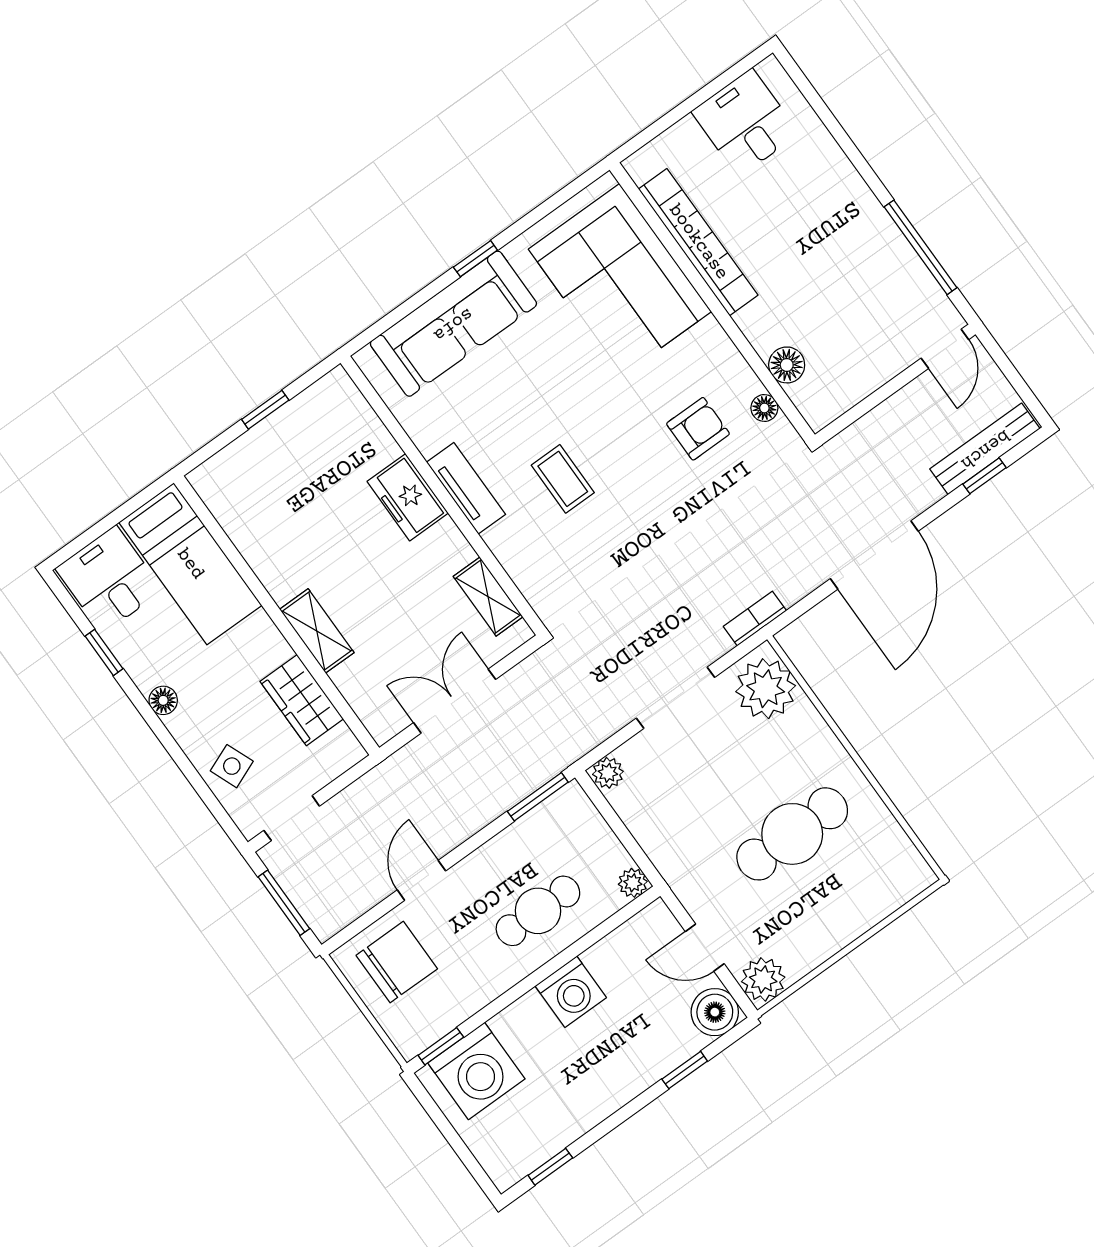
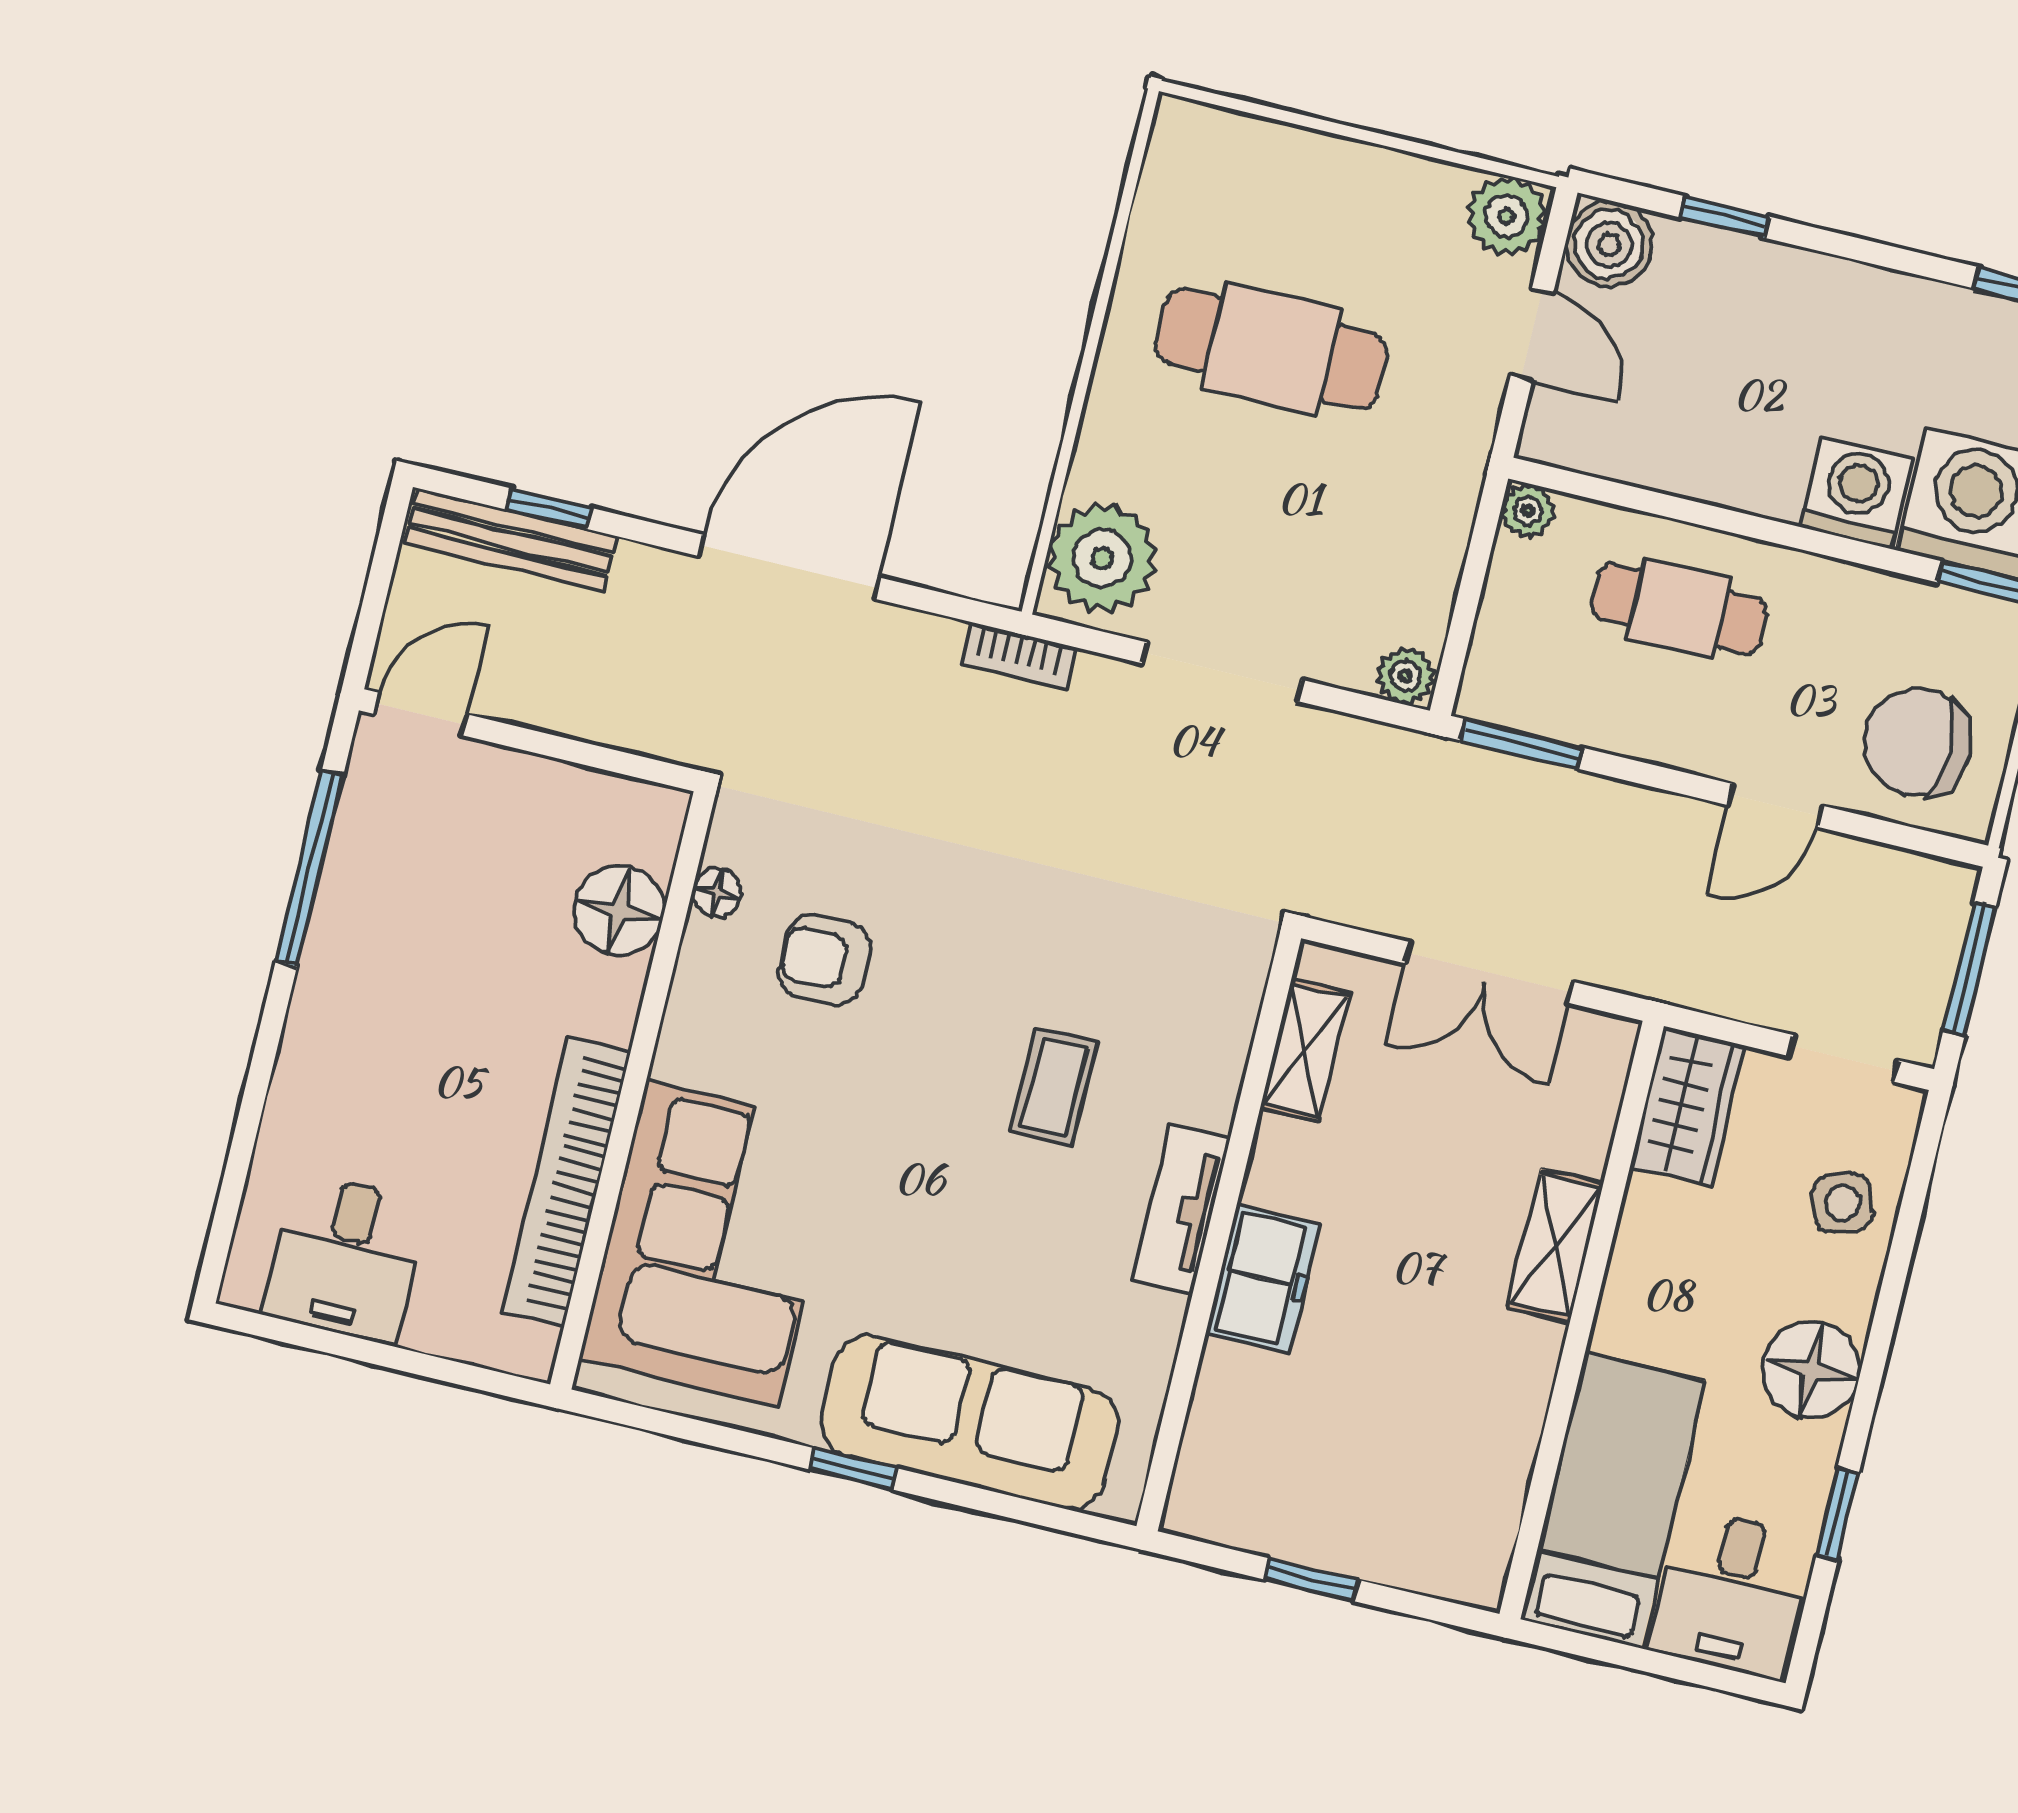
floor lamp: (787, 365) -> (619, 910), width x1.38, depth x1.38
floor lamp: (163, 700) -> (1811, 1370), width x1.89, depth x1.89
wardrobe: (302, 700) -> (1688, 1106), moved
washing machine: (571, 992) -> (1856, 493), moved

